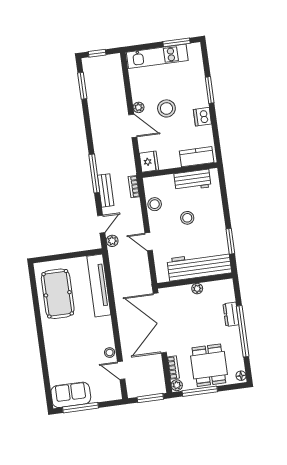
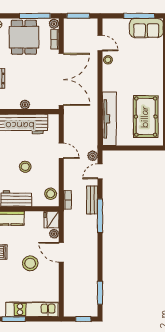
plant: (138, 107) -> (54, 234), moved
stool: (155, 204) -> (51, 194), moved

